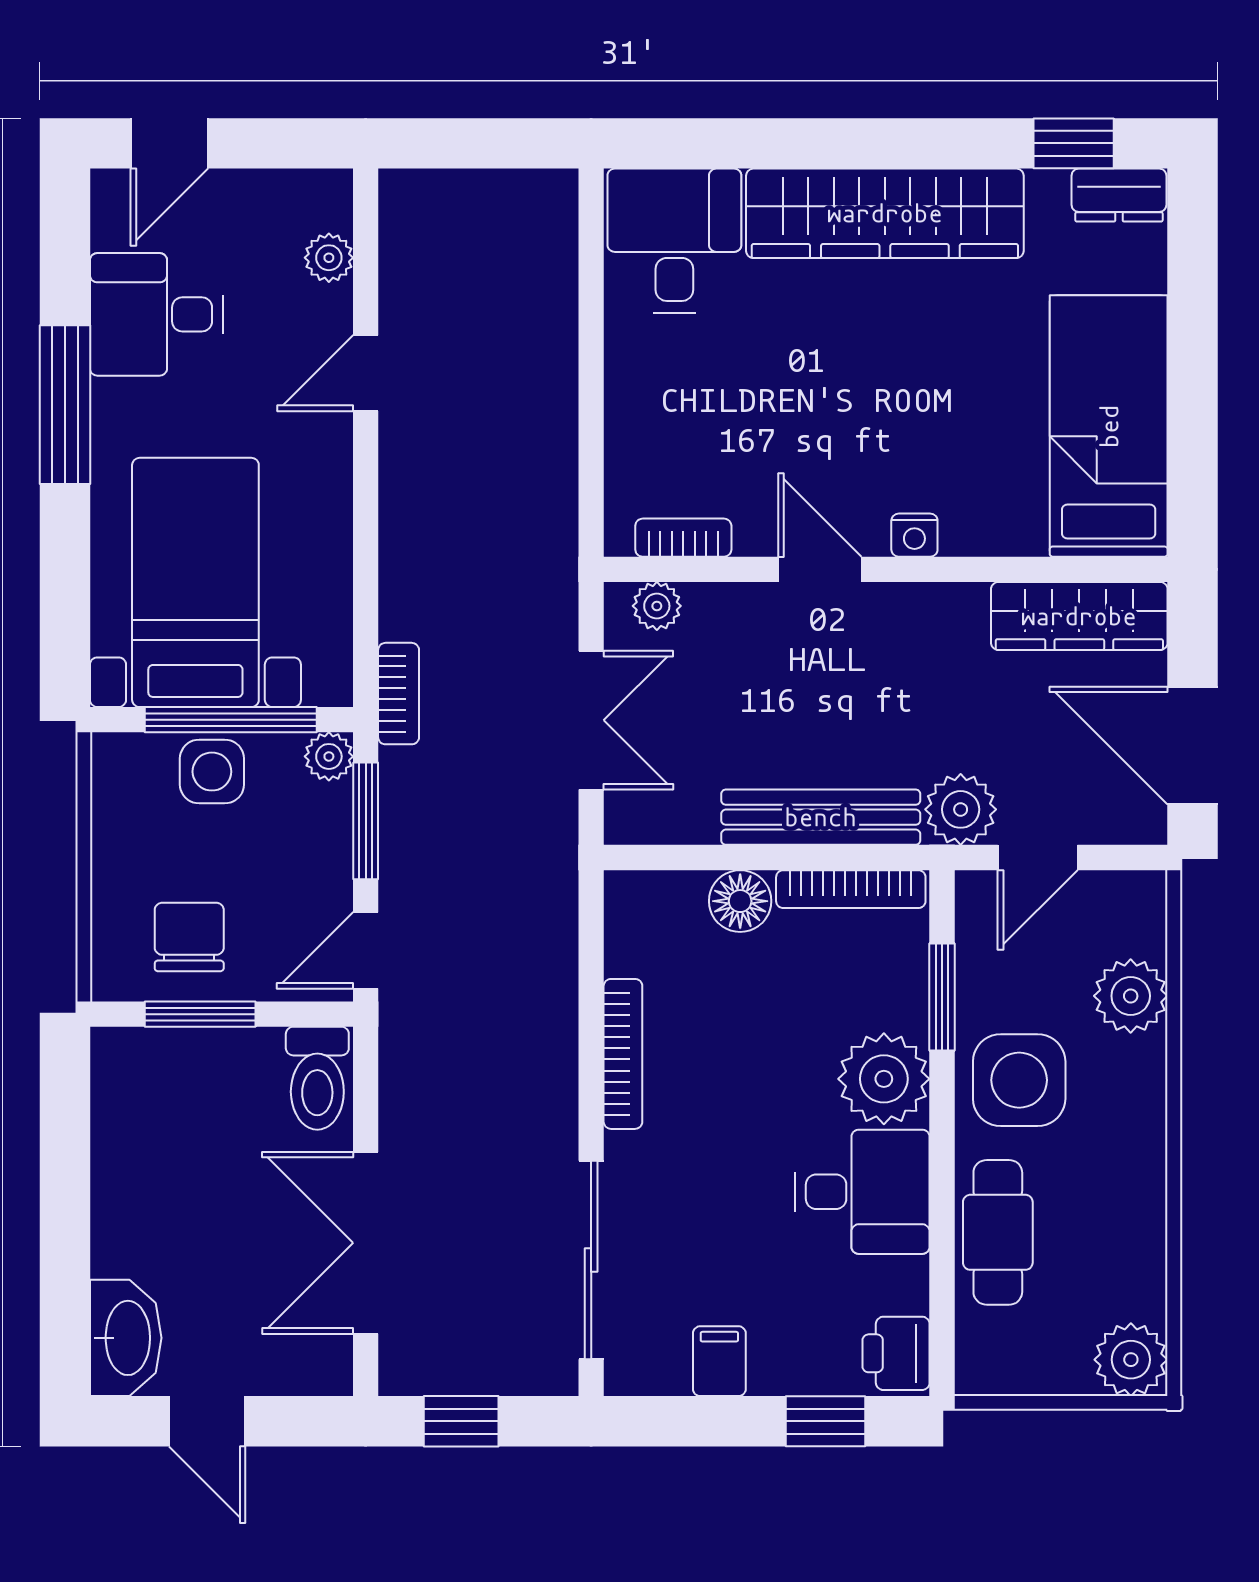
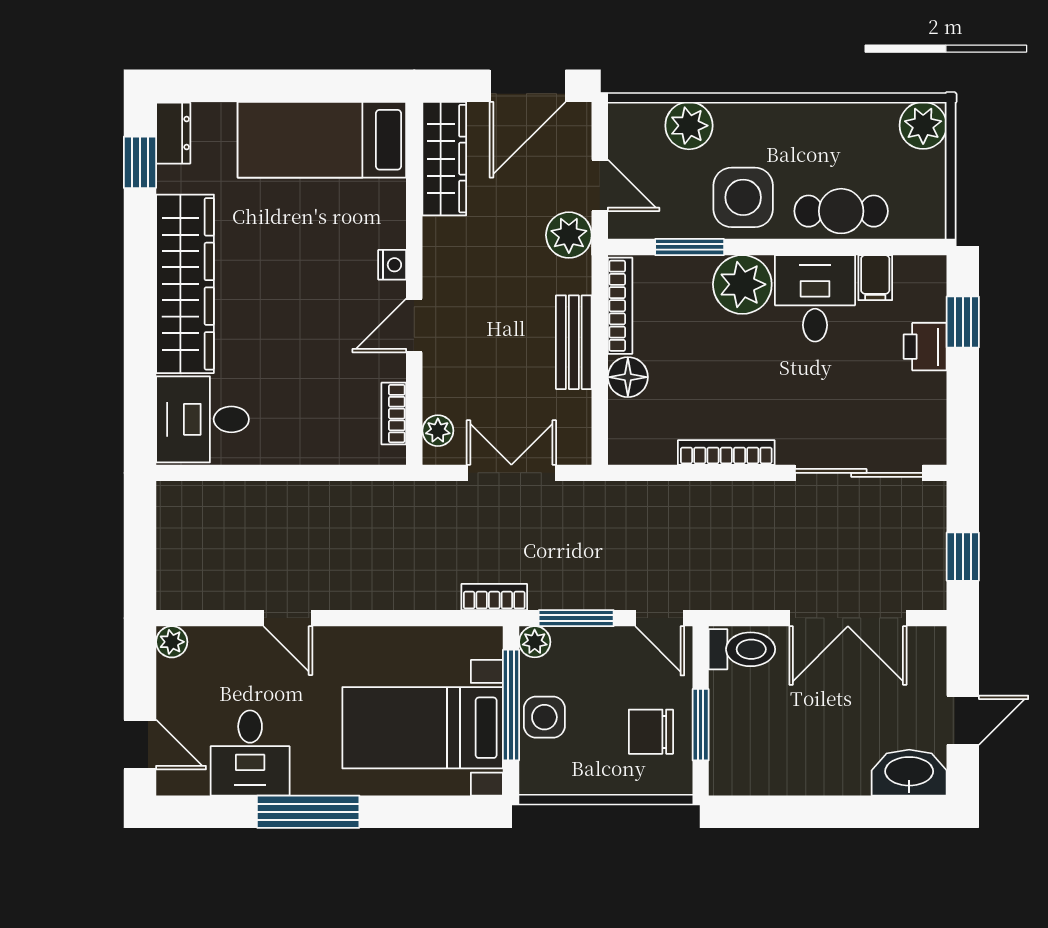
plant: (329, 258) -> (172, 642), moved
bench: (821, 817) -> (574, 342), width x0.73
printer: (896, 1353) -> (925, 347), moved, turned 90
filing cabinet: (719, 1361) -> (875, 278), moved, turned -90

